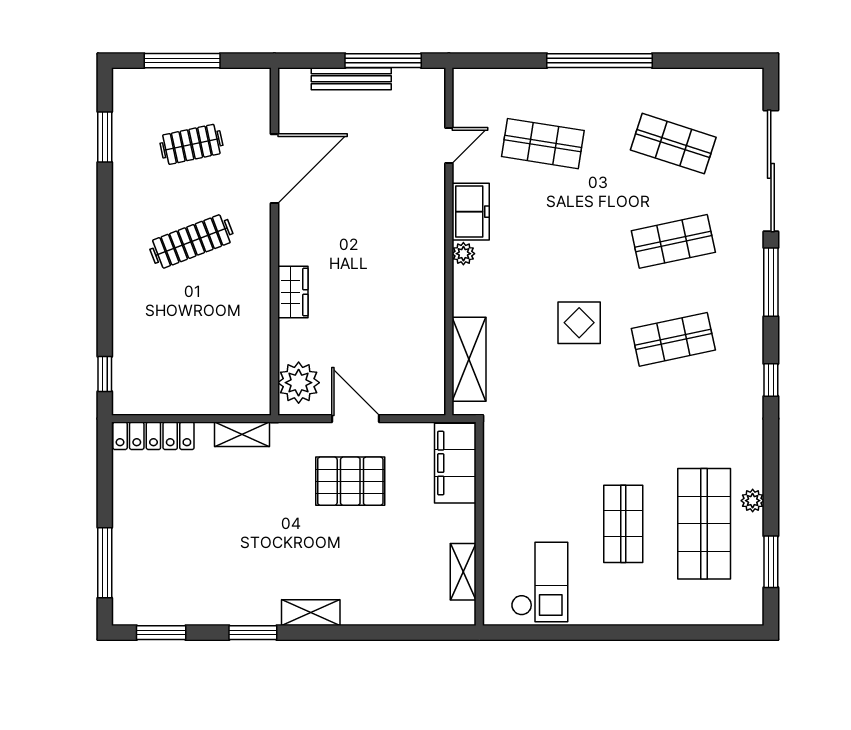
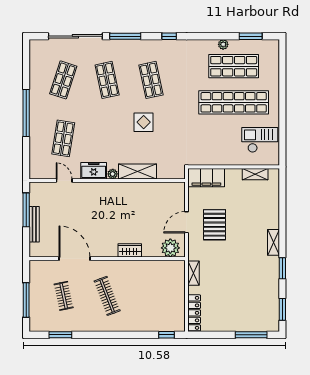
shelving: (469, 359) -> (137, 171), moved
shop shelf: (623, 524) -> (234, 102), width x2.00, depth x1.36

